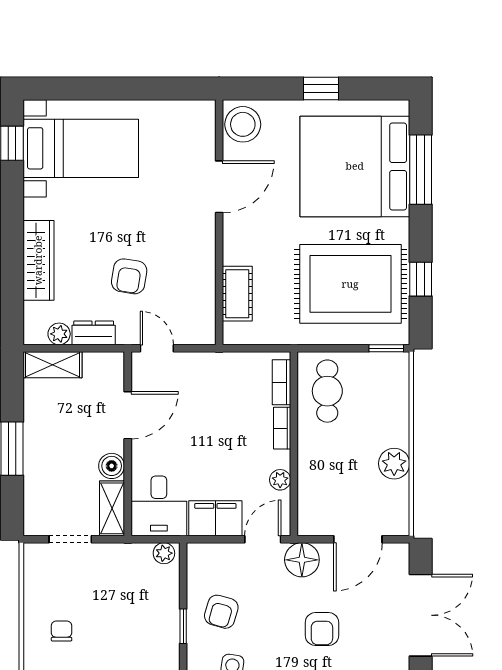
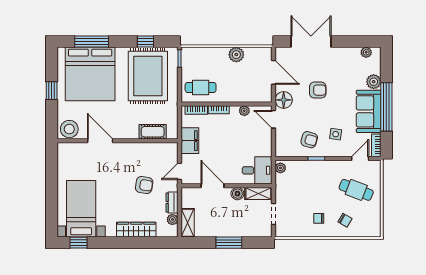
filing cabinet: (215, 518) -> (190, 141), moved, turned 180

